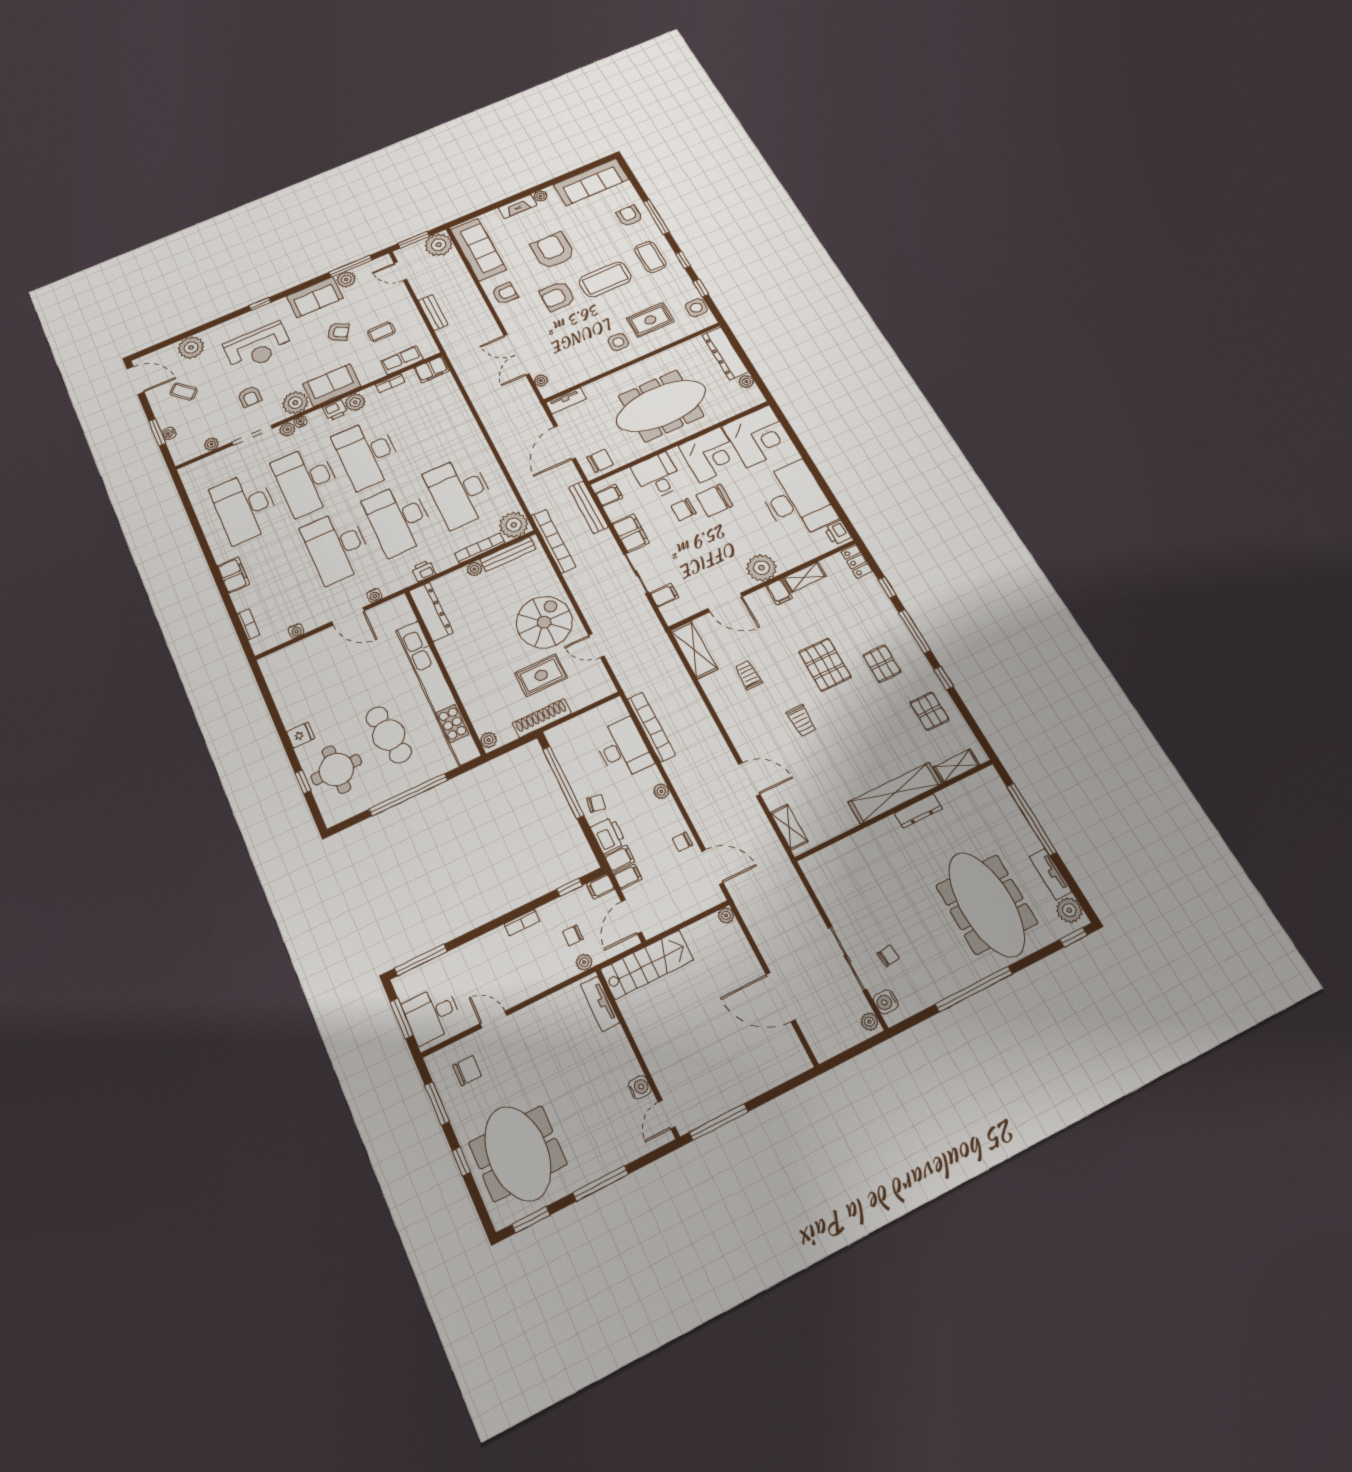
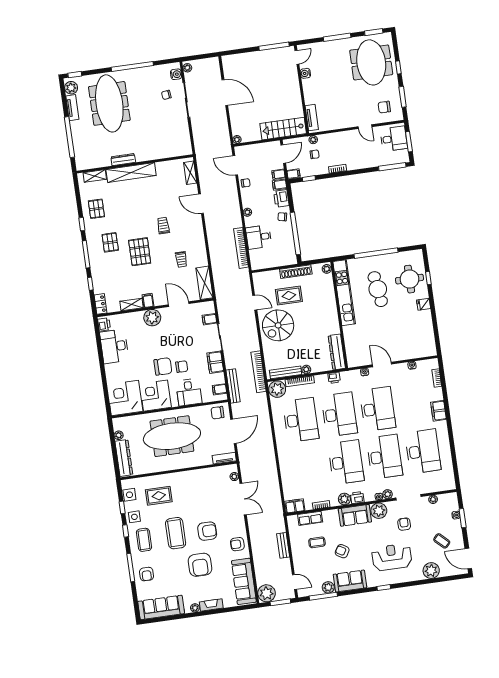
coffee table: (605, 279) -> (176, 533), turned 90
side table: (618, 342) -> (134, 517), moved
desk: (796, 500) -> (114, 346), width x0.73, depth x0.77
kitchen unit: (438, 692) -> (344, 293), width x0.73
desk: (623, 749) -> (259, 237), width x0.73

